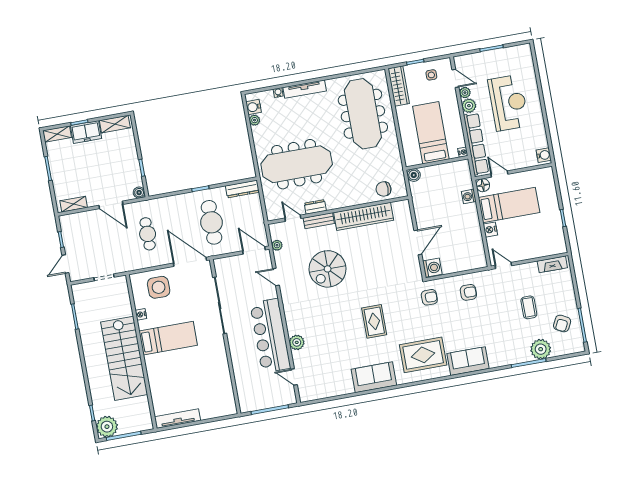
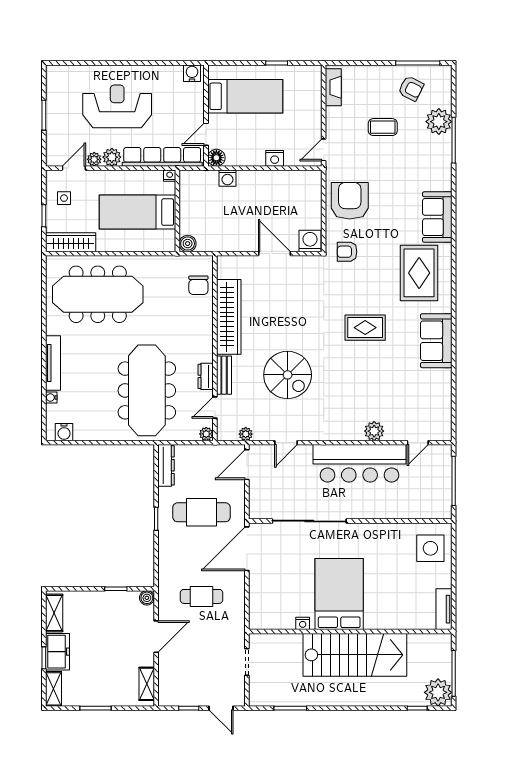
plant: (255, 120) -> (206, 434), moved
bed: (509, 205) -> (245, 96), moved, turned 90
side table: (159, 287) -> (430, 548), moved
armchair: (468, 292) -> (350, 201), width x1.88, depth x1.88
armchair: (429, 297) -> (347, 252), turned -90
bed: (168, 338) -> (339, 594), width x1.50
tv unit: (177, 419) -> (444, 609), width x0.71

